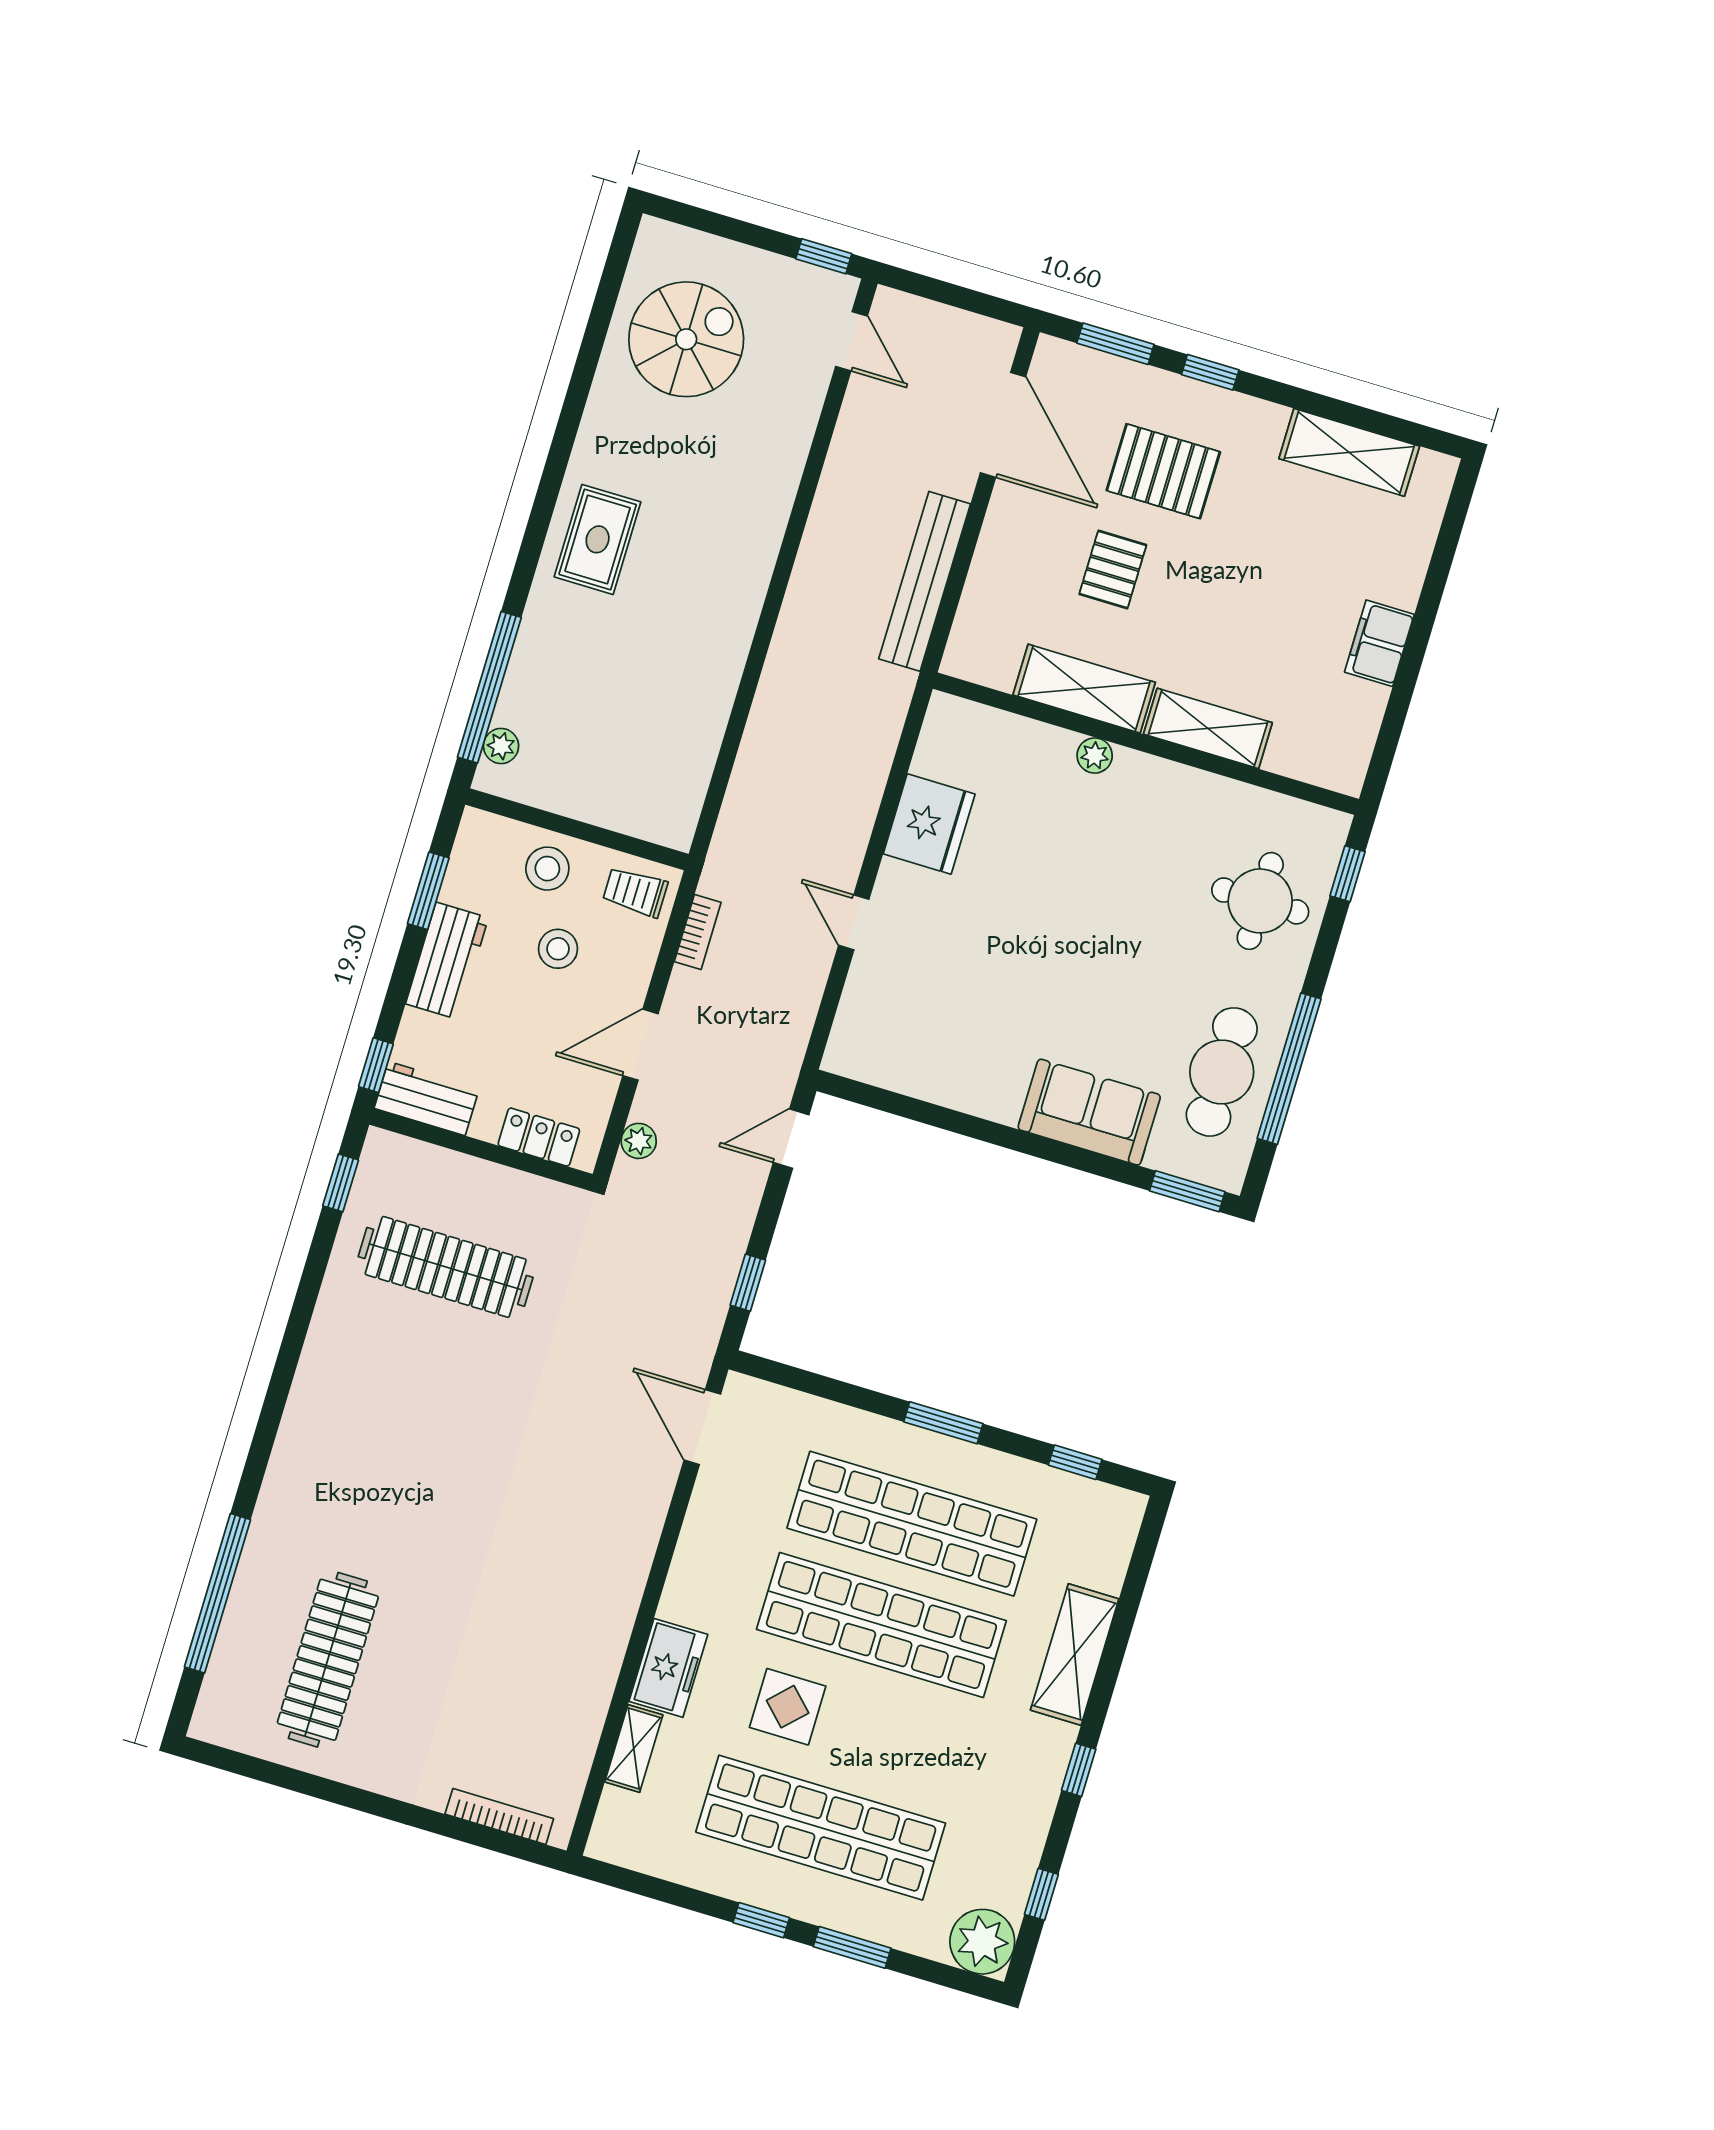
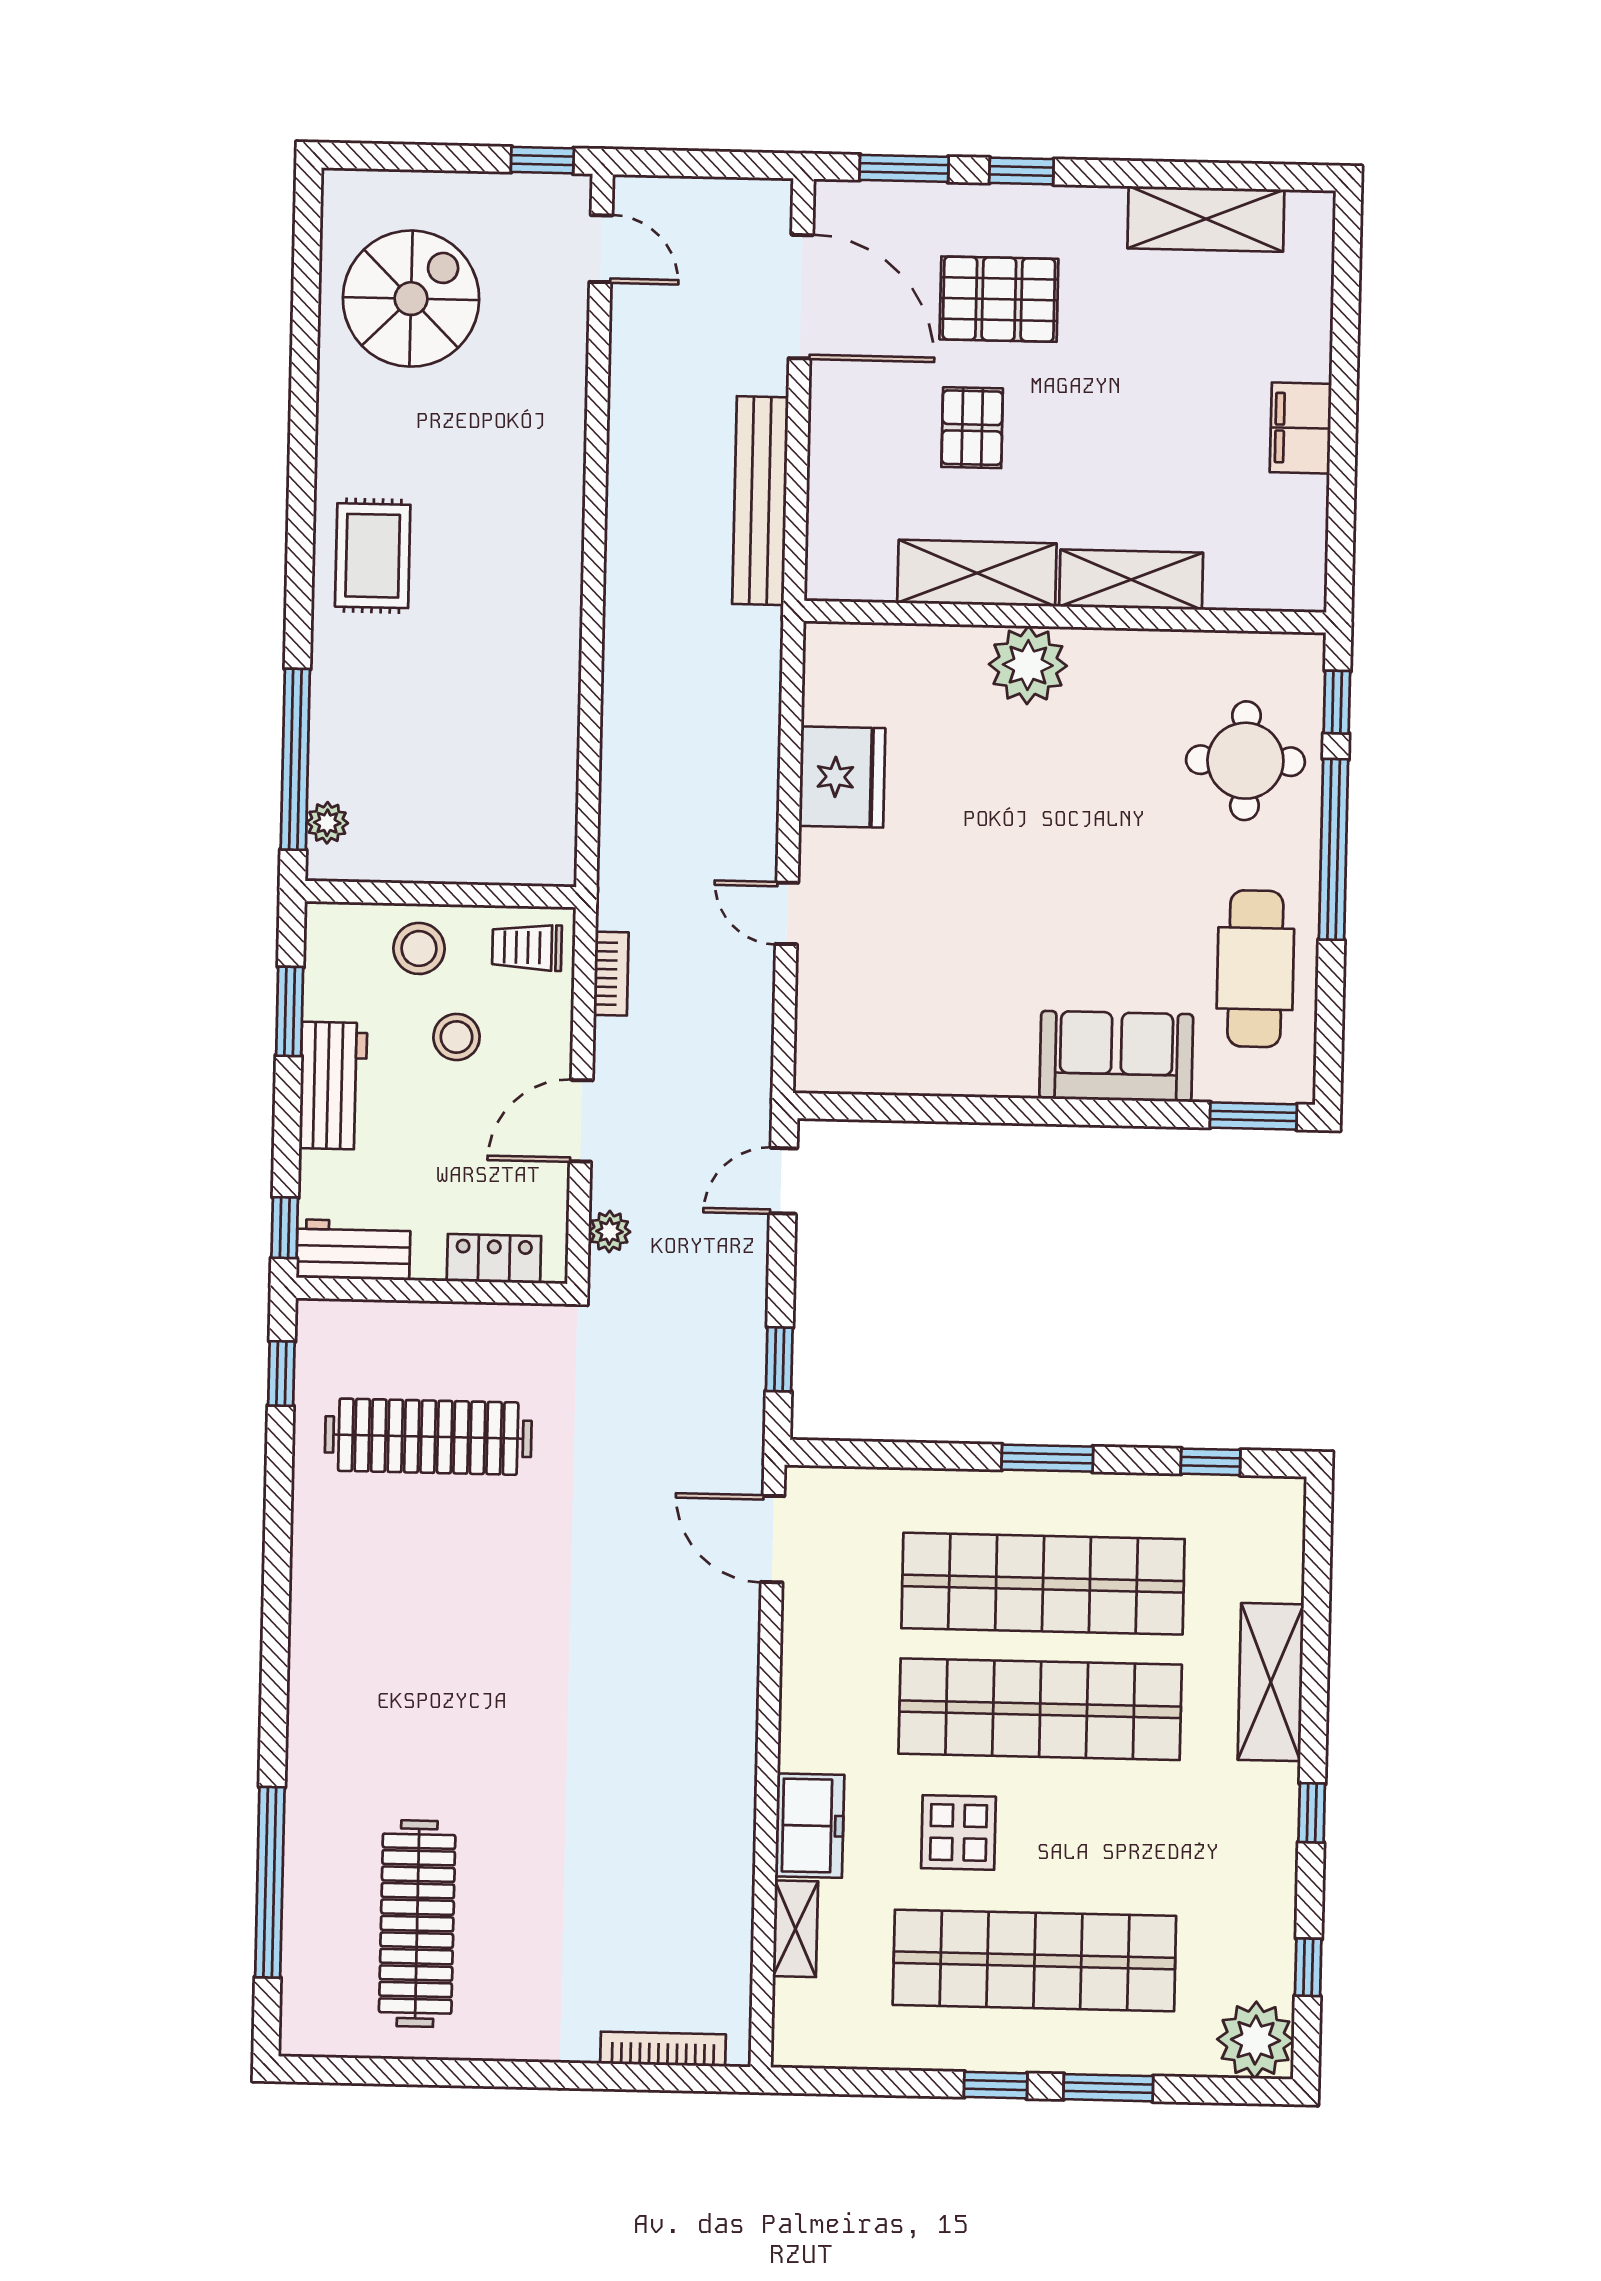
plant: (1095, 756) -> (1028, 665), width x1.87, depth x1.87
window: (1289, 1069) -> (1334, 849), moved

